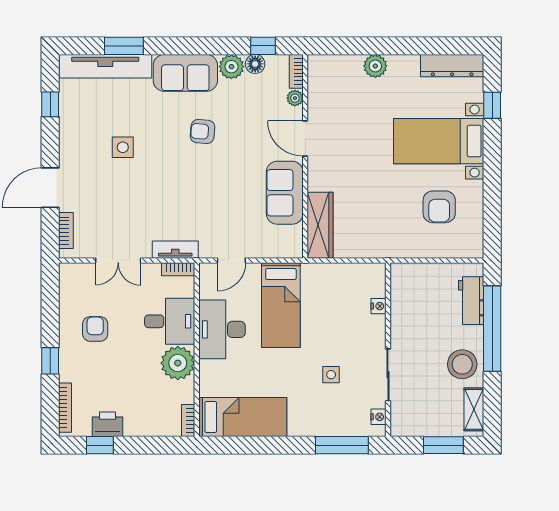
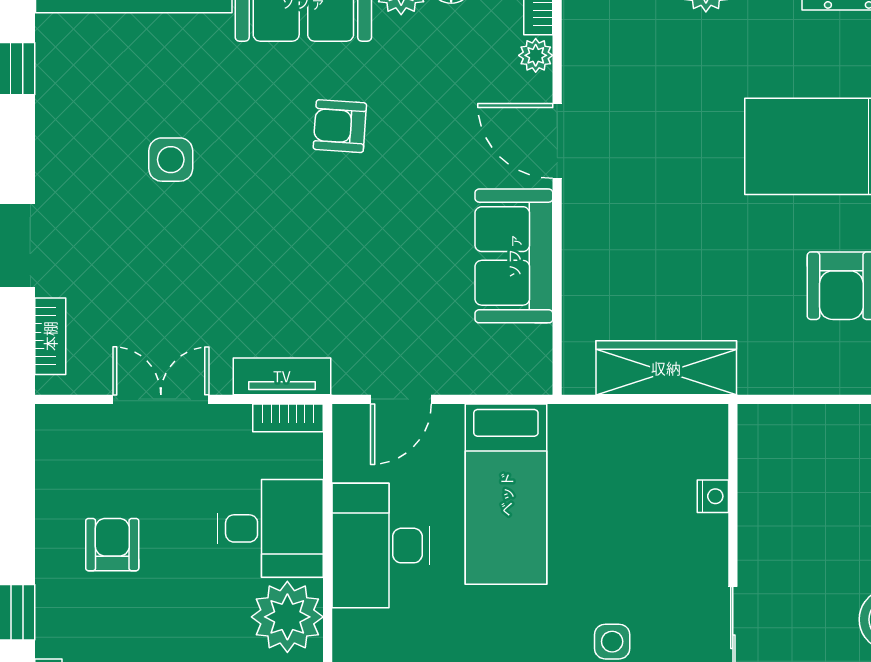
wardrobe: (320, 225) -> (666, 368), moved, turned -90
double door: (118, 260) -> (161, 399), swing flipped

